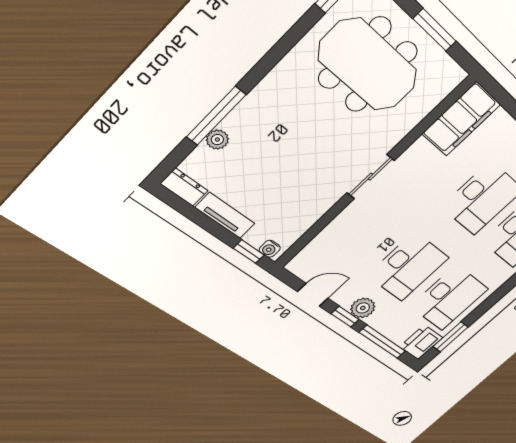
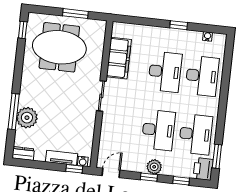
filing cabinet: (461, 119) -> (119, 58), moved
plant: (217, 140) -> (27, 118), width x1.88, depth x1.88
tv unit: (225, 216) -> (62, 158), moved
door: (313, 295) -> (111, 173), moved
window: (382, 342) -> (181, 181), width x0.46

